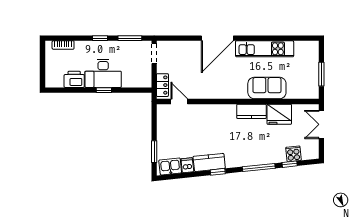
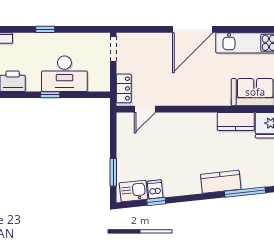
window: (130, 38) -> (83, 29), removed
desk: (103, 73) -> (64, 74), moved
door: (179, 101) -> (145, 109), swing flipped
kitchen counter: (209, 162) -> (221, 182), moved
window: (218, 172) -> (156, 201), moved

